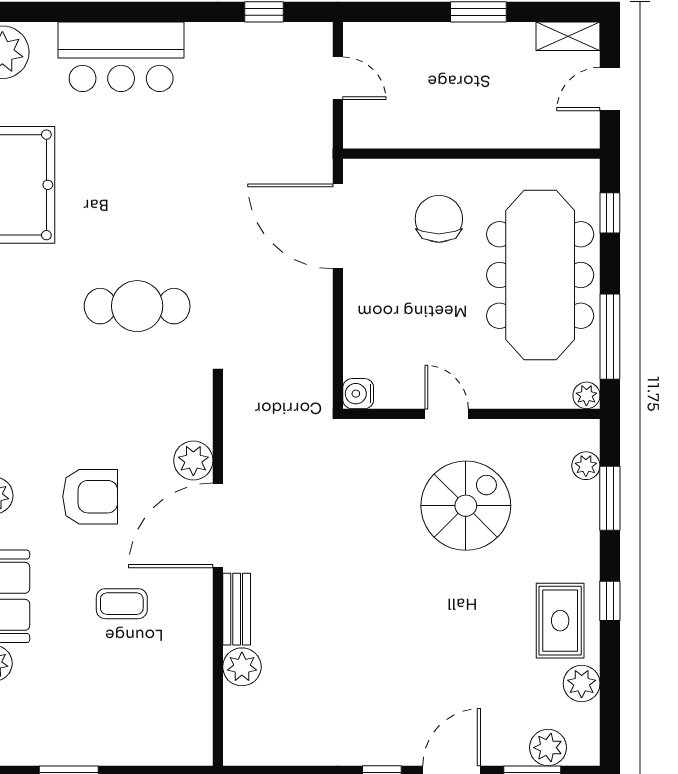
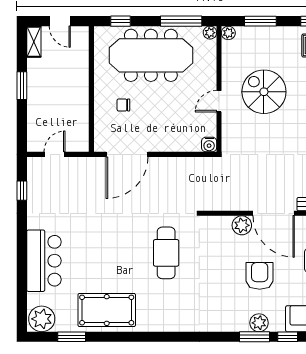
chair: (439, 219) -> (123, 105), width x0.54, depth x0.54
plant: (586, 466) -> (228, 33), moved

